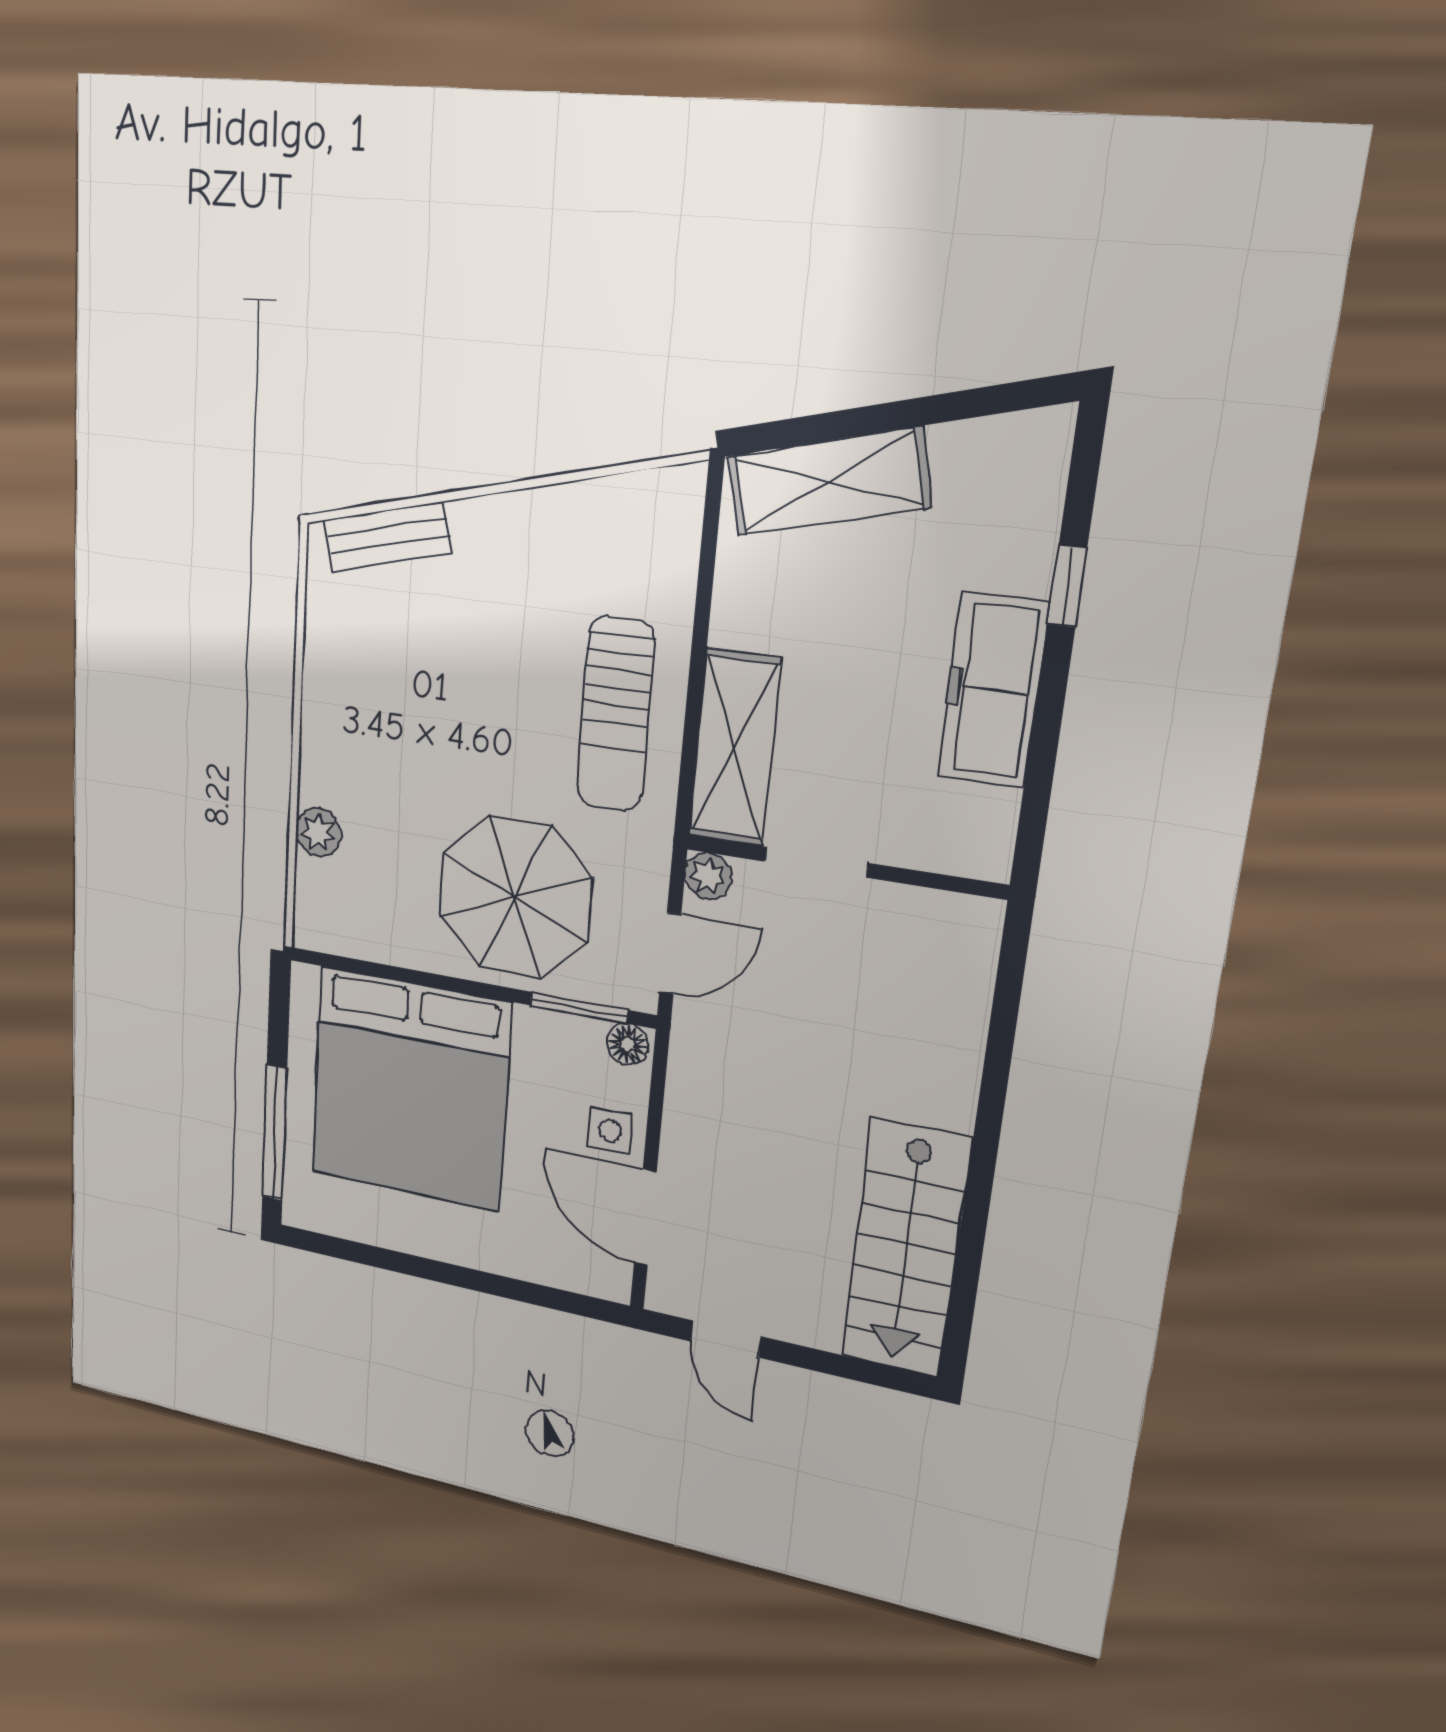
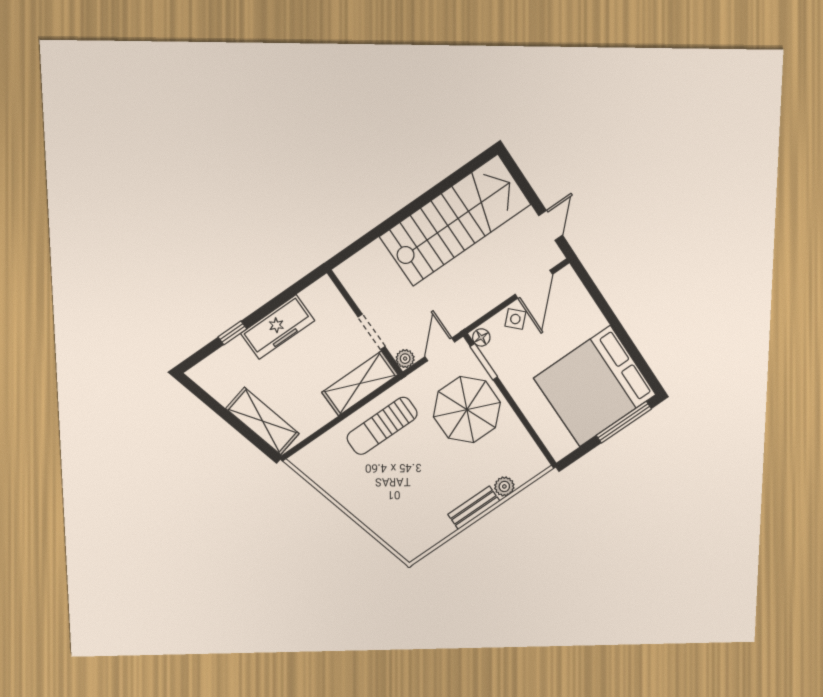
bench: (387, 536) -> (474, 508), moved, turned -76
sun lounger: (615, 714) -> (382, 426), turned 180
door: (670, 953) -> (440, 349), hinge flipped
bed: (410, 1089) -> (595, 386), moved, turned 180
side table: (610, 1131) -> (515, 319), turned 45
stairs: (906, 1249) -> (455, 221), width x1.36, depth x1.51

